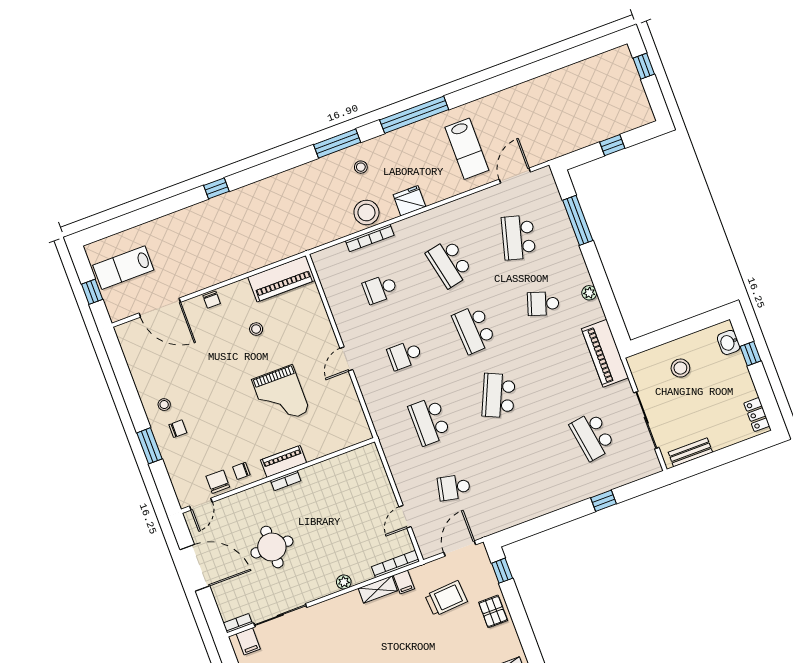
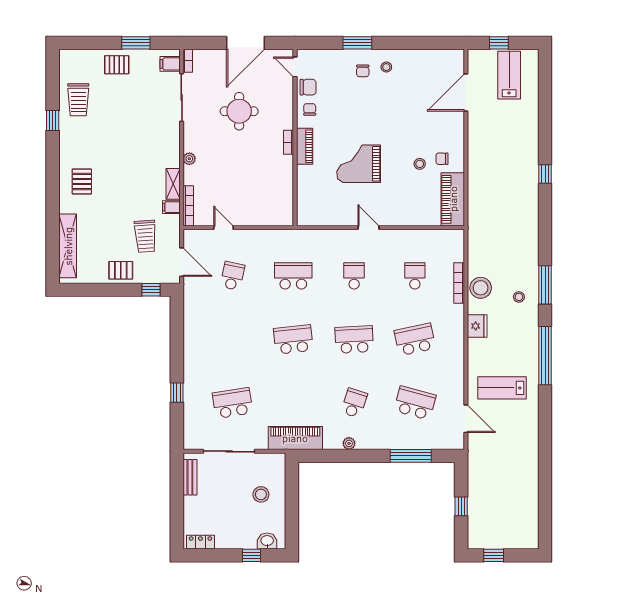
window: (644, 66) -> (494, 555), moved
chair: (212, 300) -> (442, 159), moved
school desk: (499, 396) -> (293, 339), turned -30

